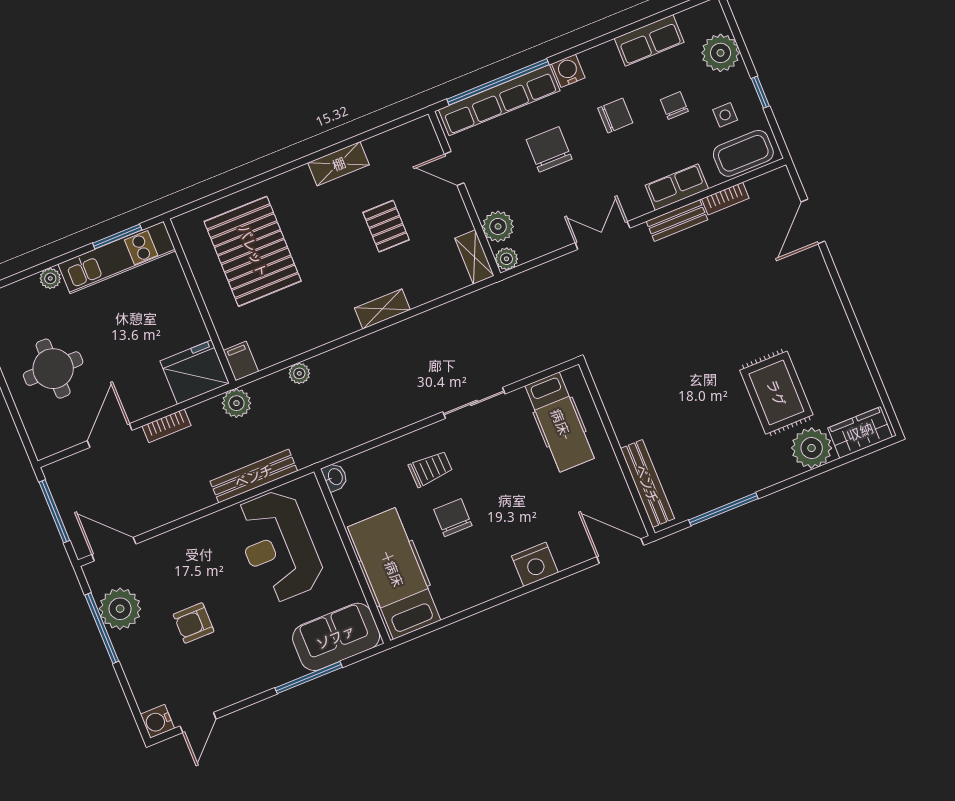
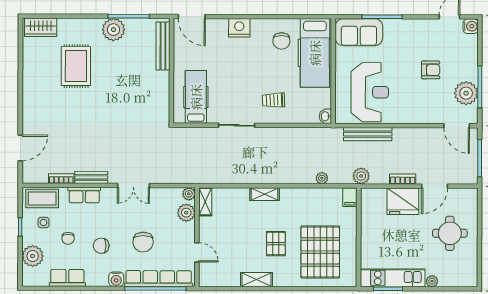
pallet: (386, 226) -> (276, 244), moved
fridge: (194, 372) -> (403, 201), moved
plant: (812, 448) -> (113, 30), moved
chair: (453, 518) -> (281, 41), moved

